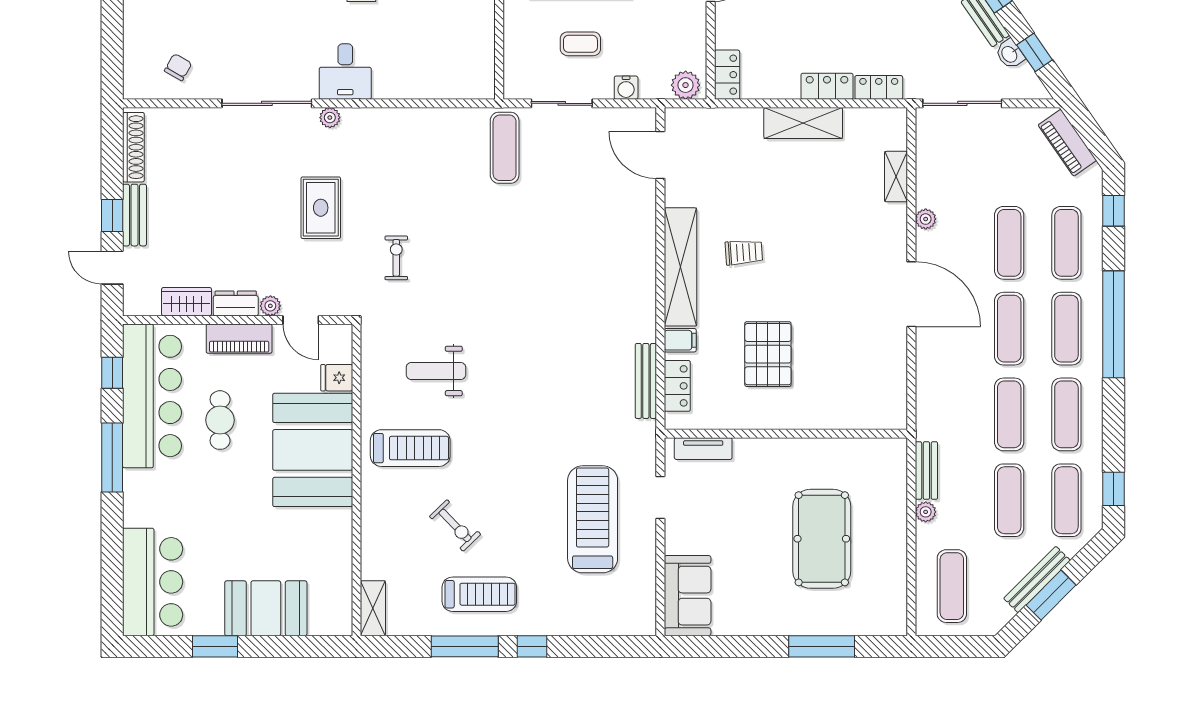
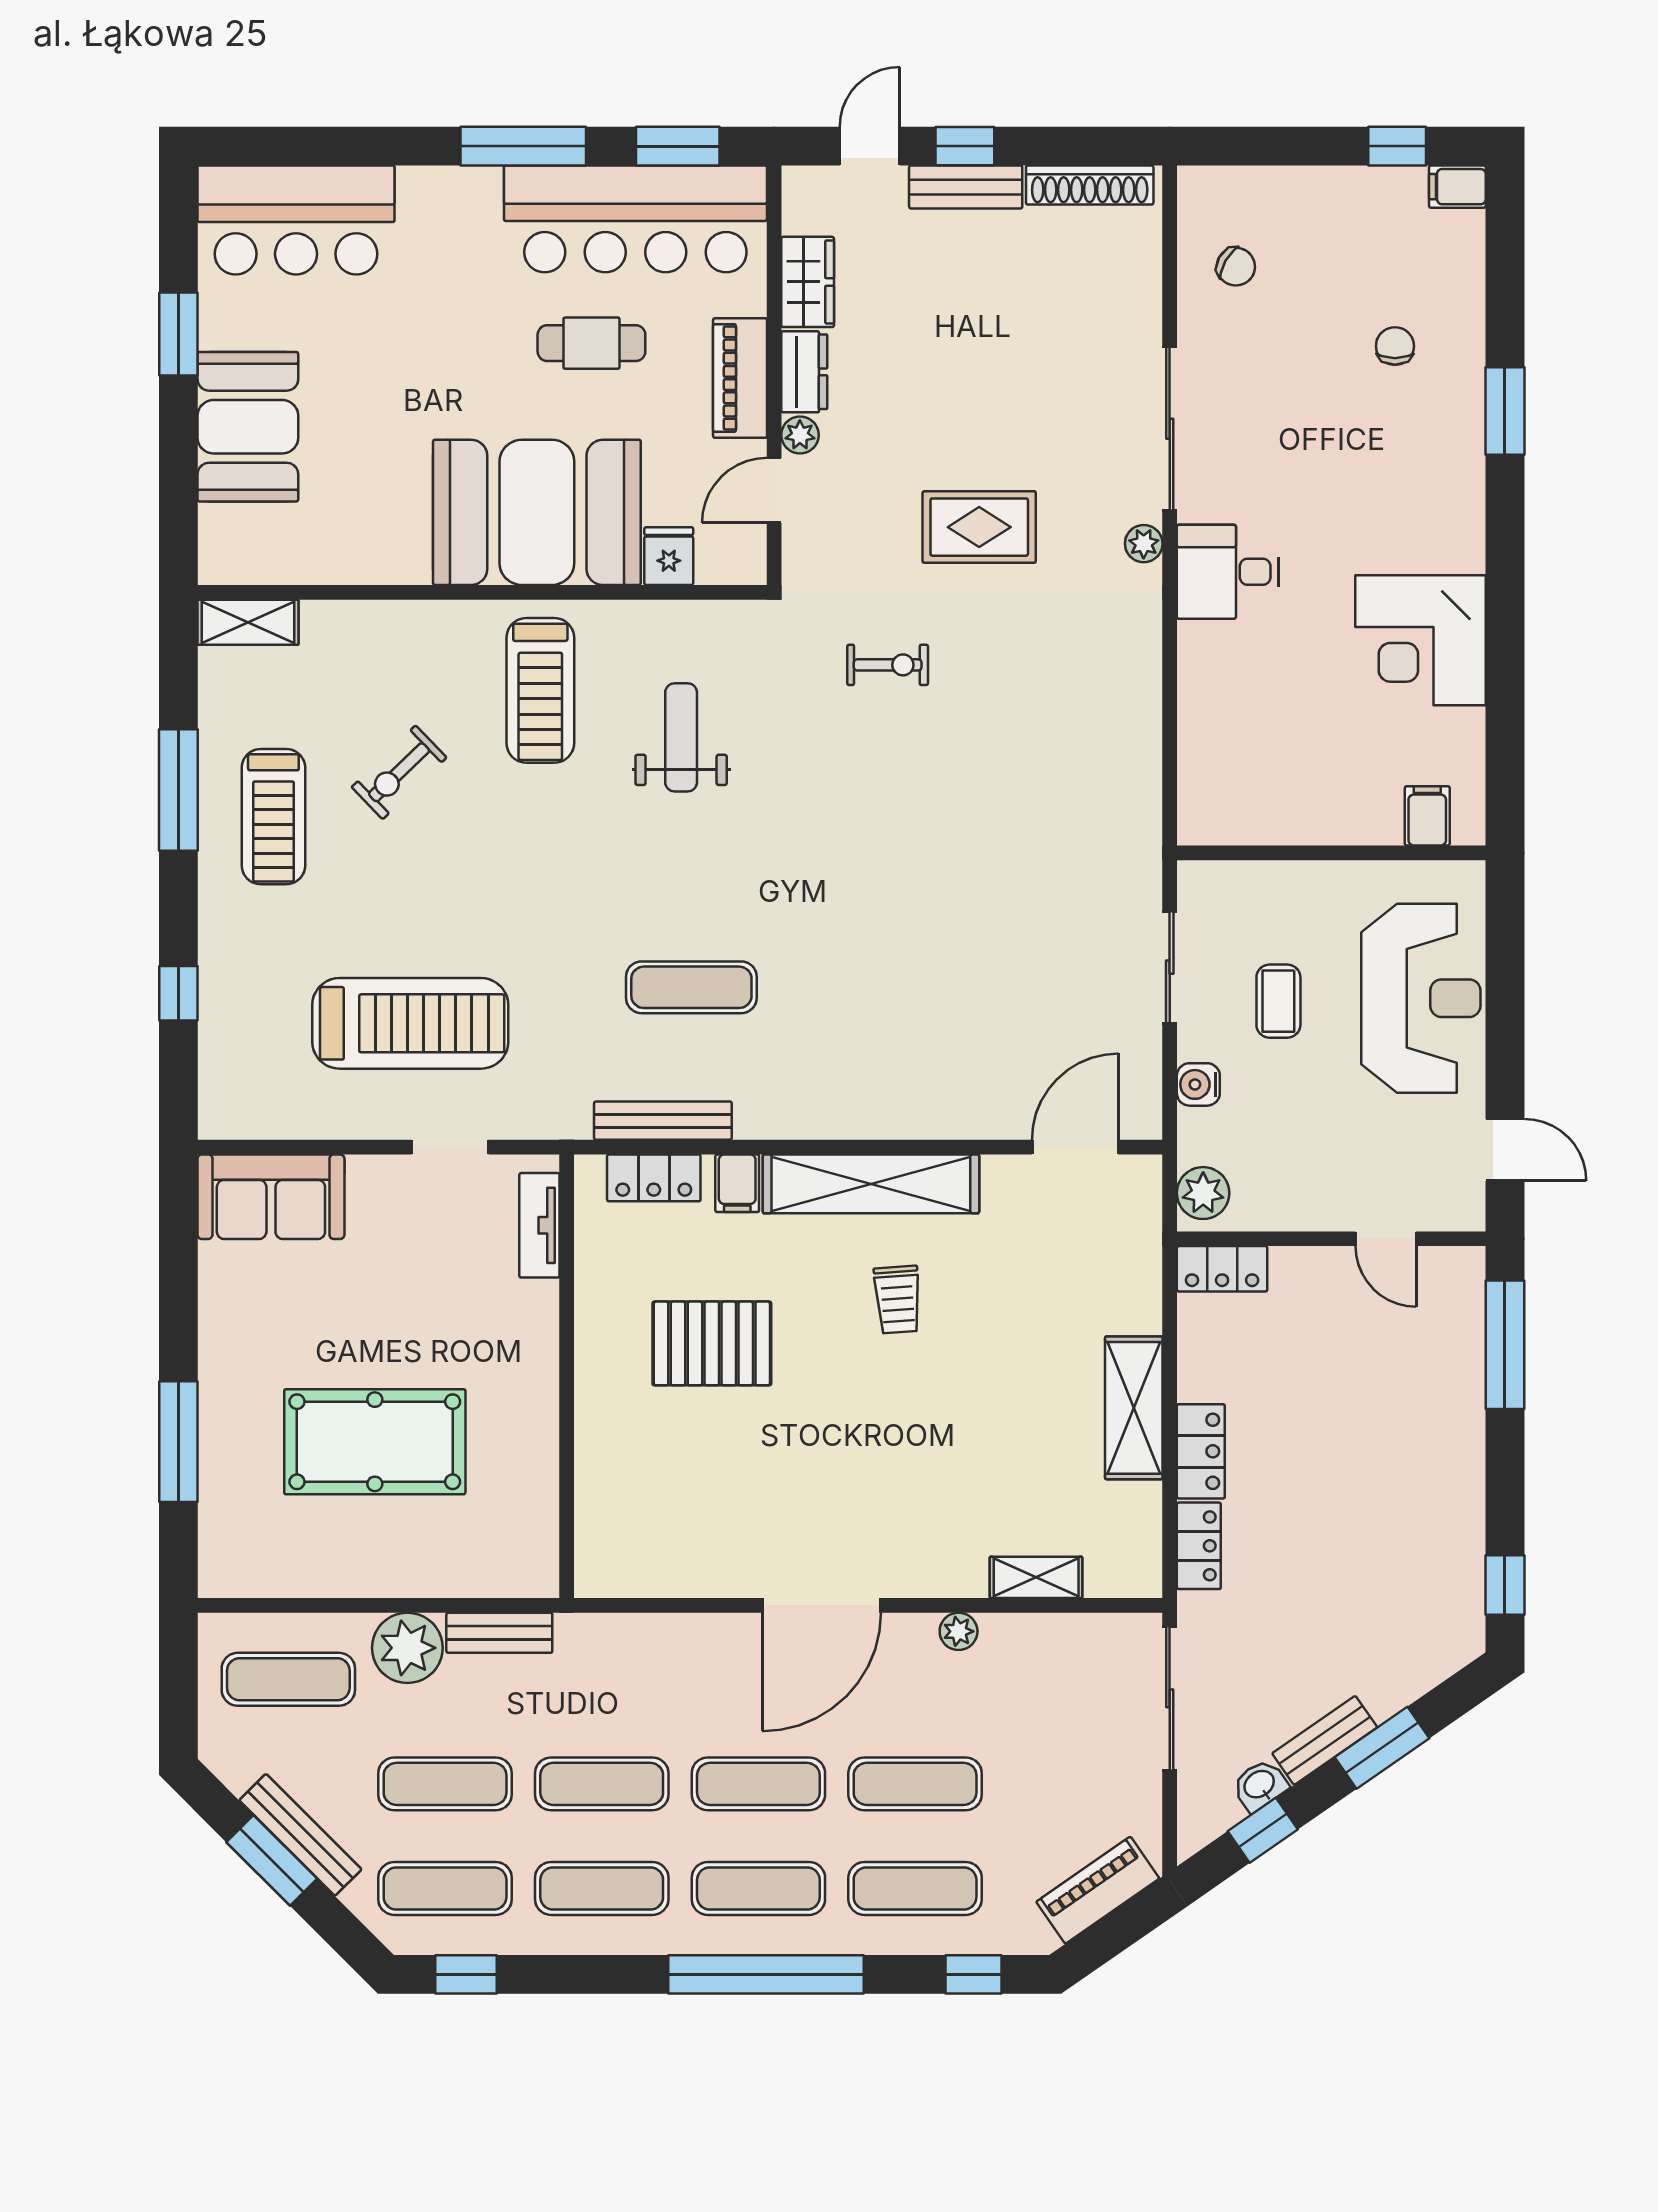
exercise mat: (505, 148) -> (691, 987), moved
window: (112, 373) -> (678, 146), width x1.50
plant: (926, 512) -> (407, 1648), width x1.87, depth x1.87
window: (532, 646) -> (178, 993), moved

